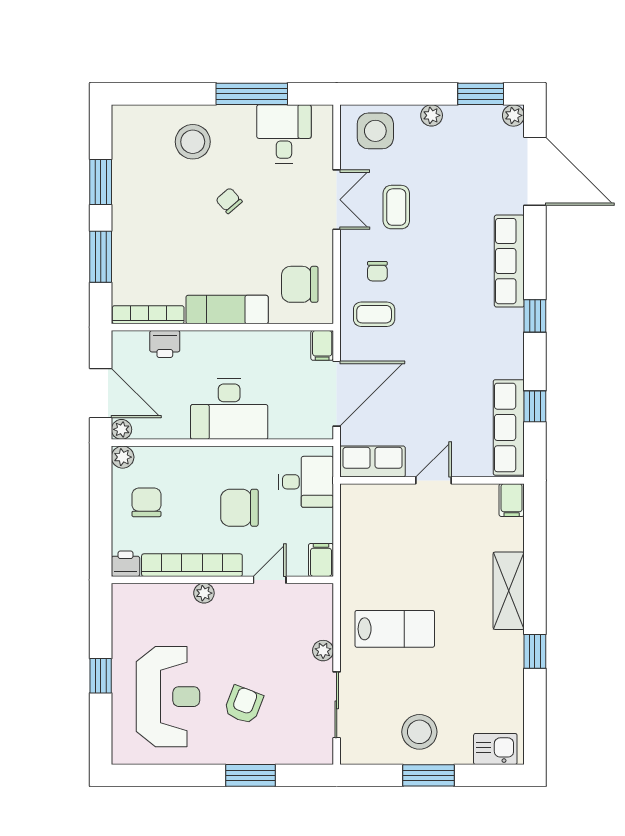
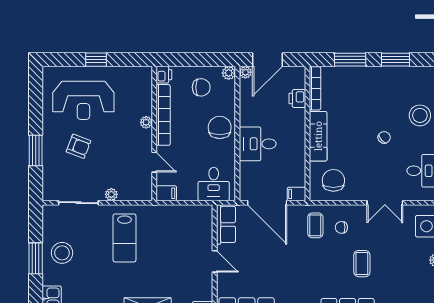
coffee table: (396, 207) -> (362, 264), moved, turned 90
desk: (229, 409) -> (258, 144), width x0.73
chair: (239, 508) -> (220, 127), moved

